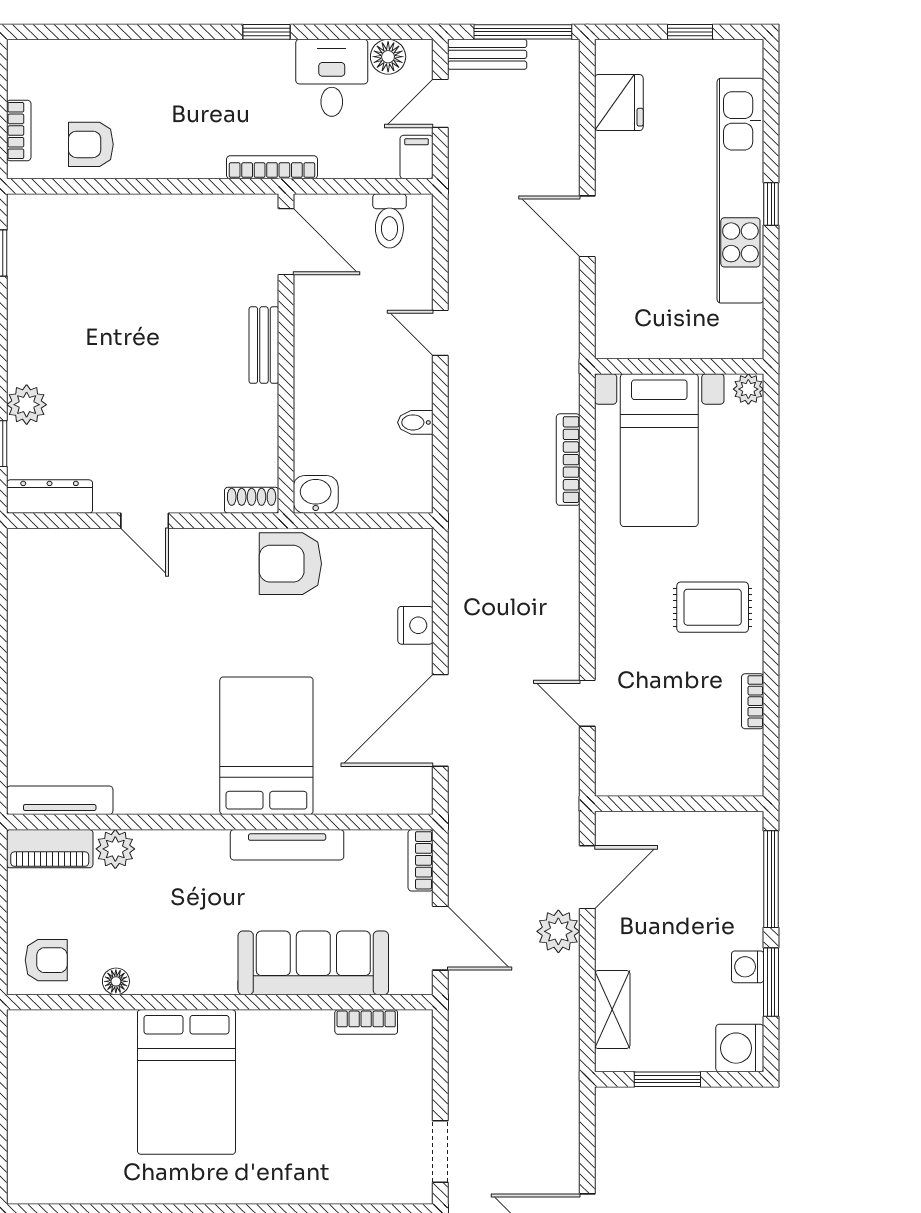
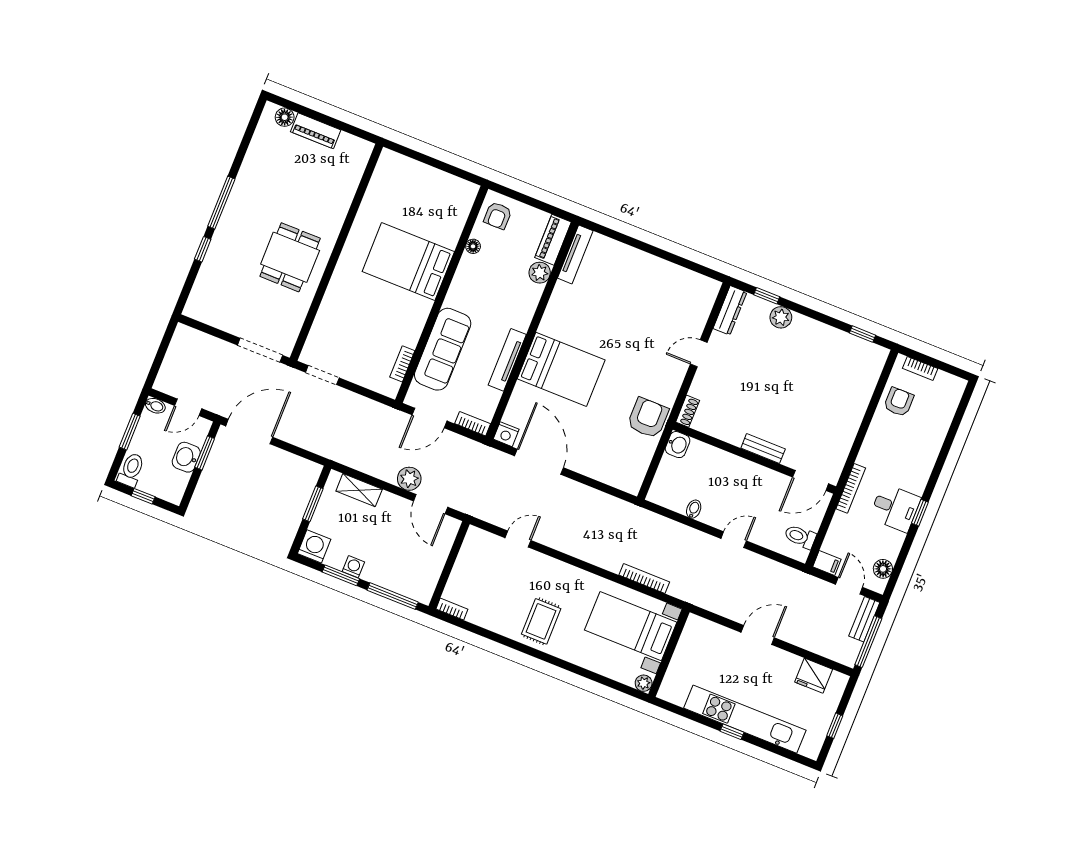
desk: (332, 78) -> (895, 508), moved
nightstand: (415, 625) -> (506, 434), moved
bookcase: (753, 701) -> (452, 609), moved

